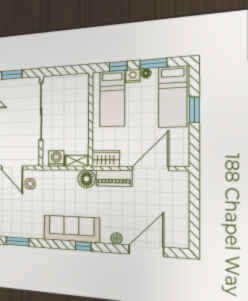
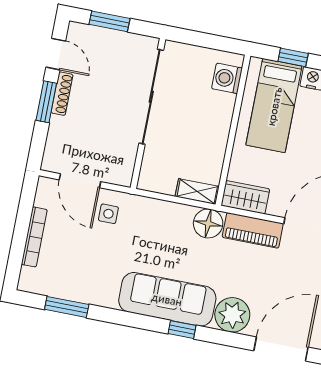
washing machine: (56, 159) -> (227, 78), moved, turned -90
plant: (117, 238) -> (232, 315), width x1.88, depth x1.88

